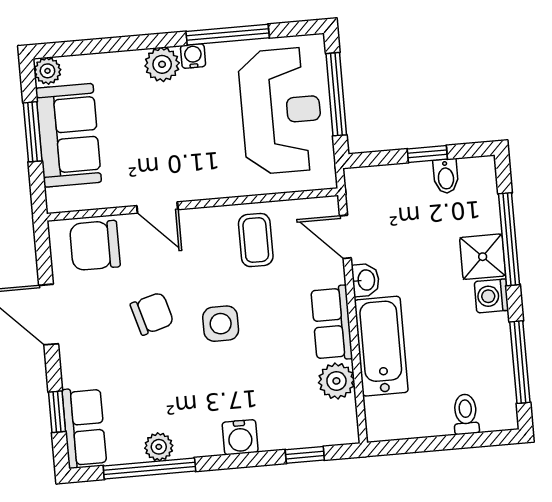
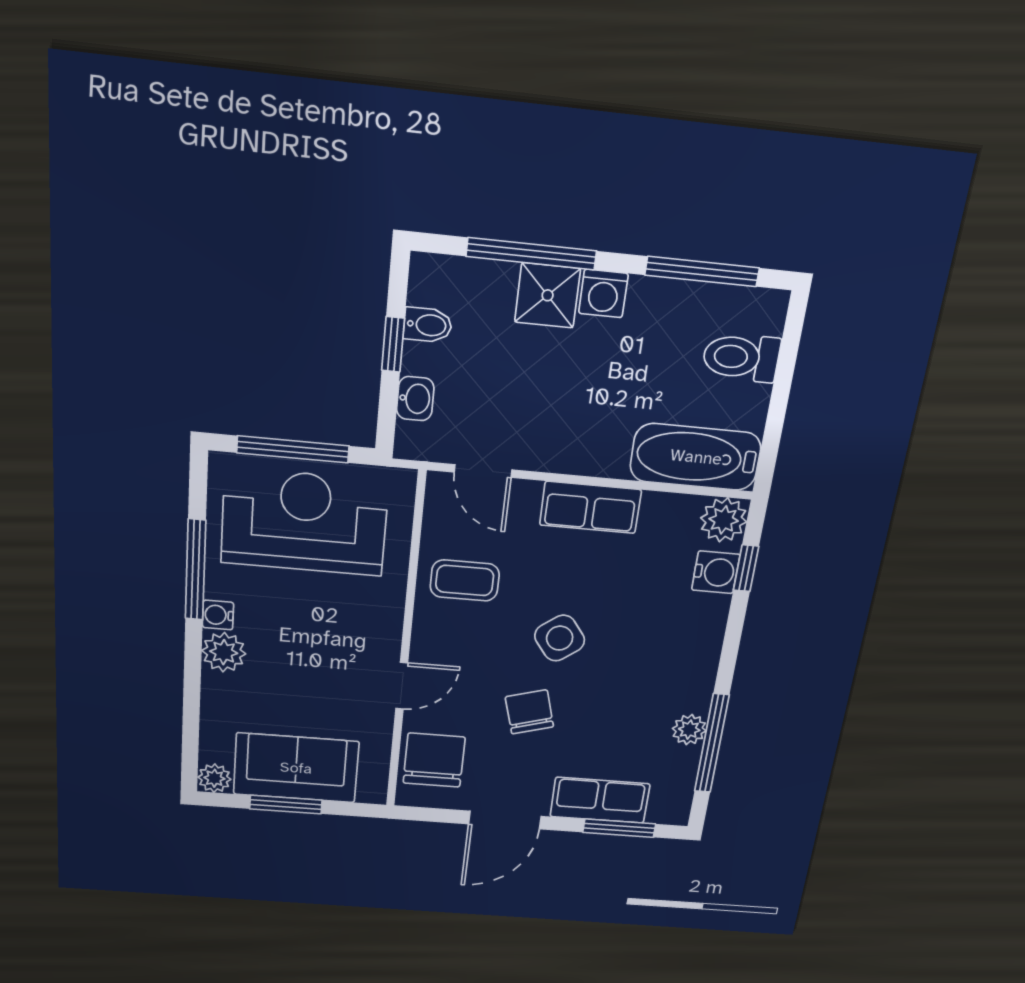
door: (345, 237) -> (483, 471), hinge flipped
chair: (95, 245) -> (434, 760), turned 180
washbasin: (366, 280) -> (415, 399), moved, turned 90
side table: (221, 324) -> (560, 638), turned -37
bathtub: (381, 346) -> (696, 457), moved
plant: (336, 381) -> (724, 520), moved
window: (57, 412) -> (619, 828), width x1.50
toilet: (466, 414) -> (741, 357), width x1.37, depth x1.39
row of seats: (84, 428) -> (600, 800), moved
water cooler: (240, 437) -> (716, 572), moved

